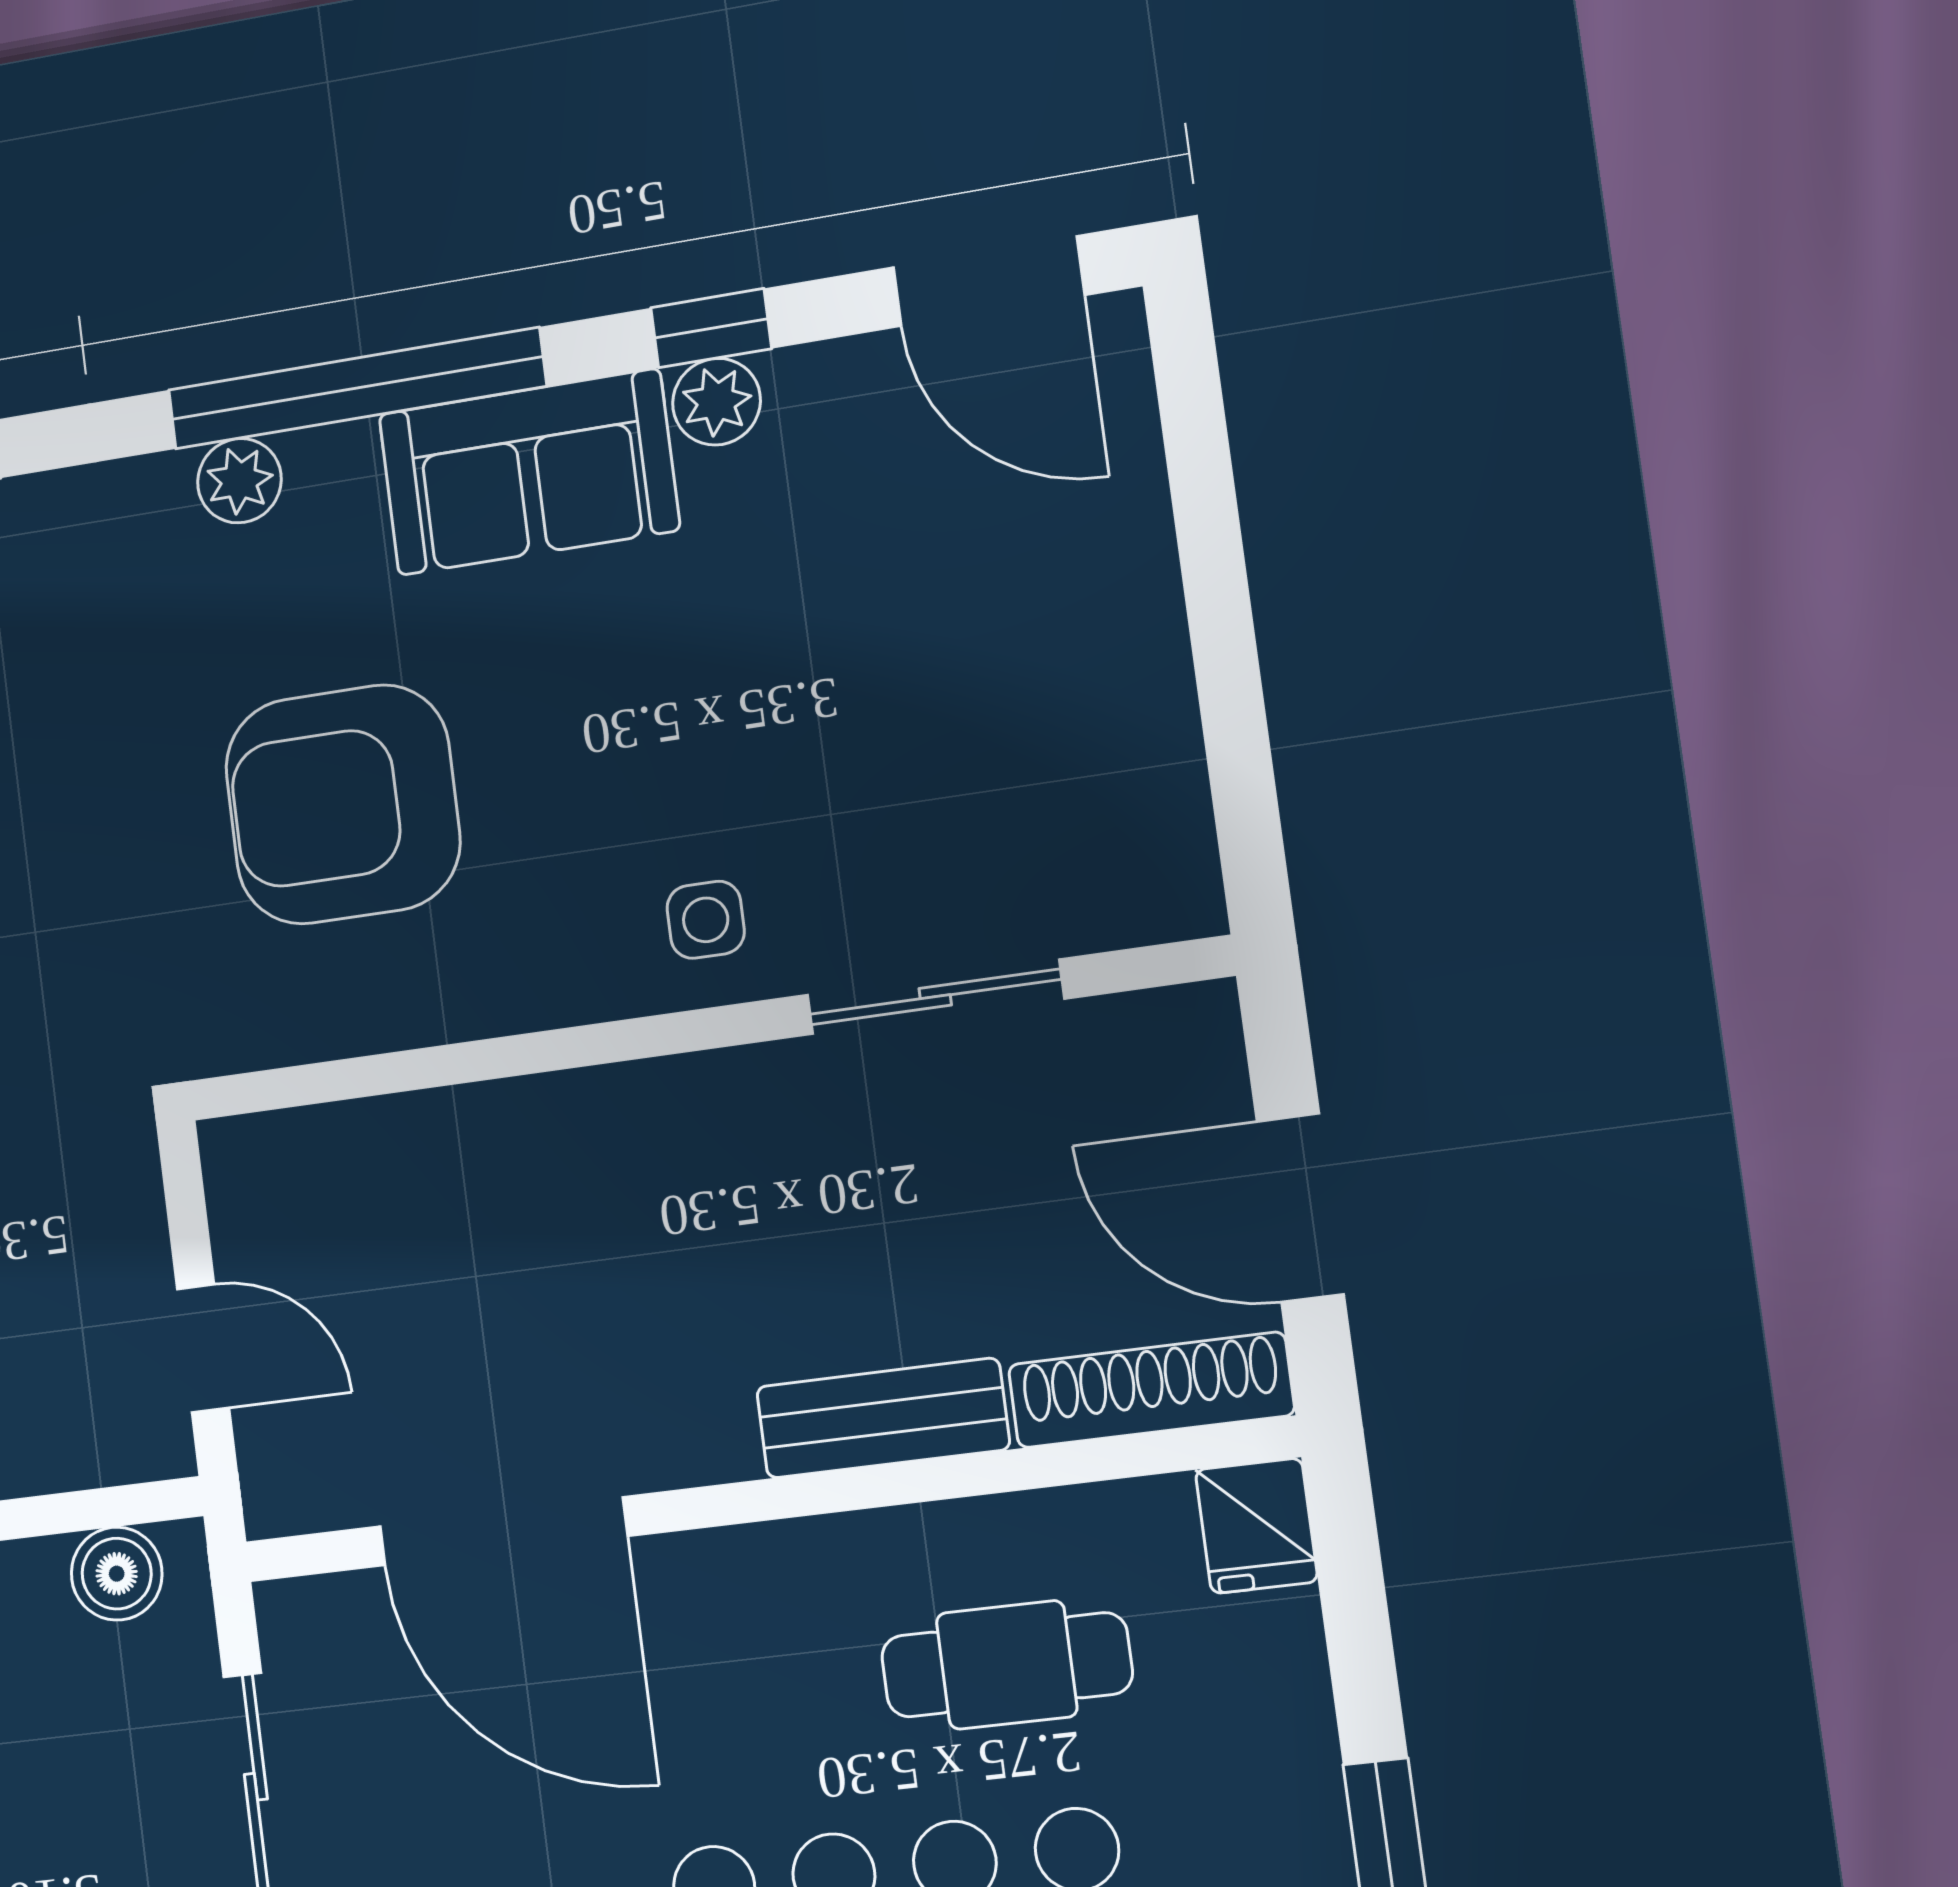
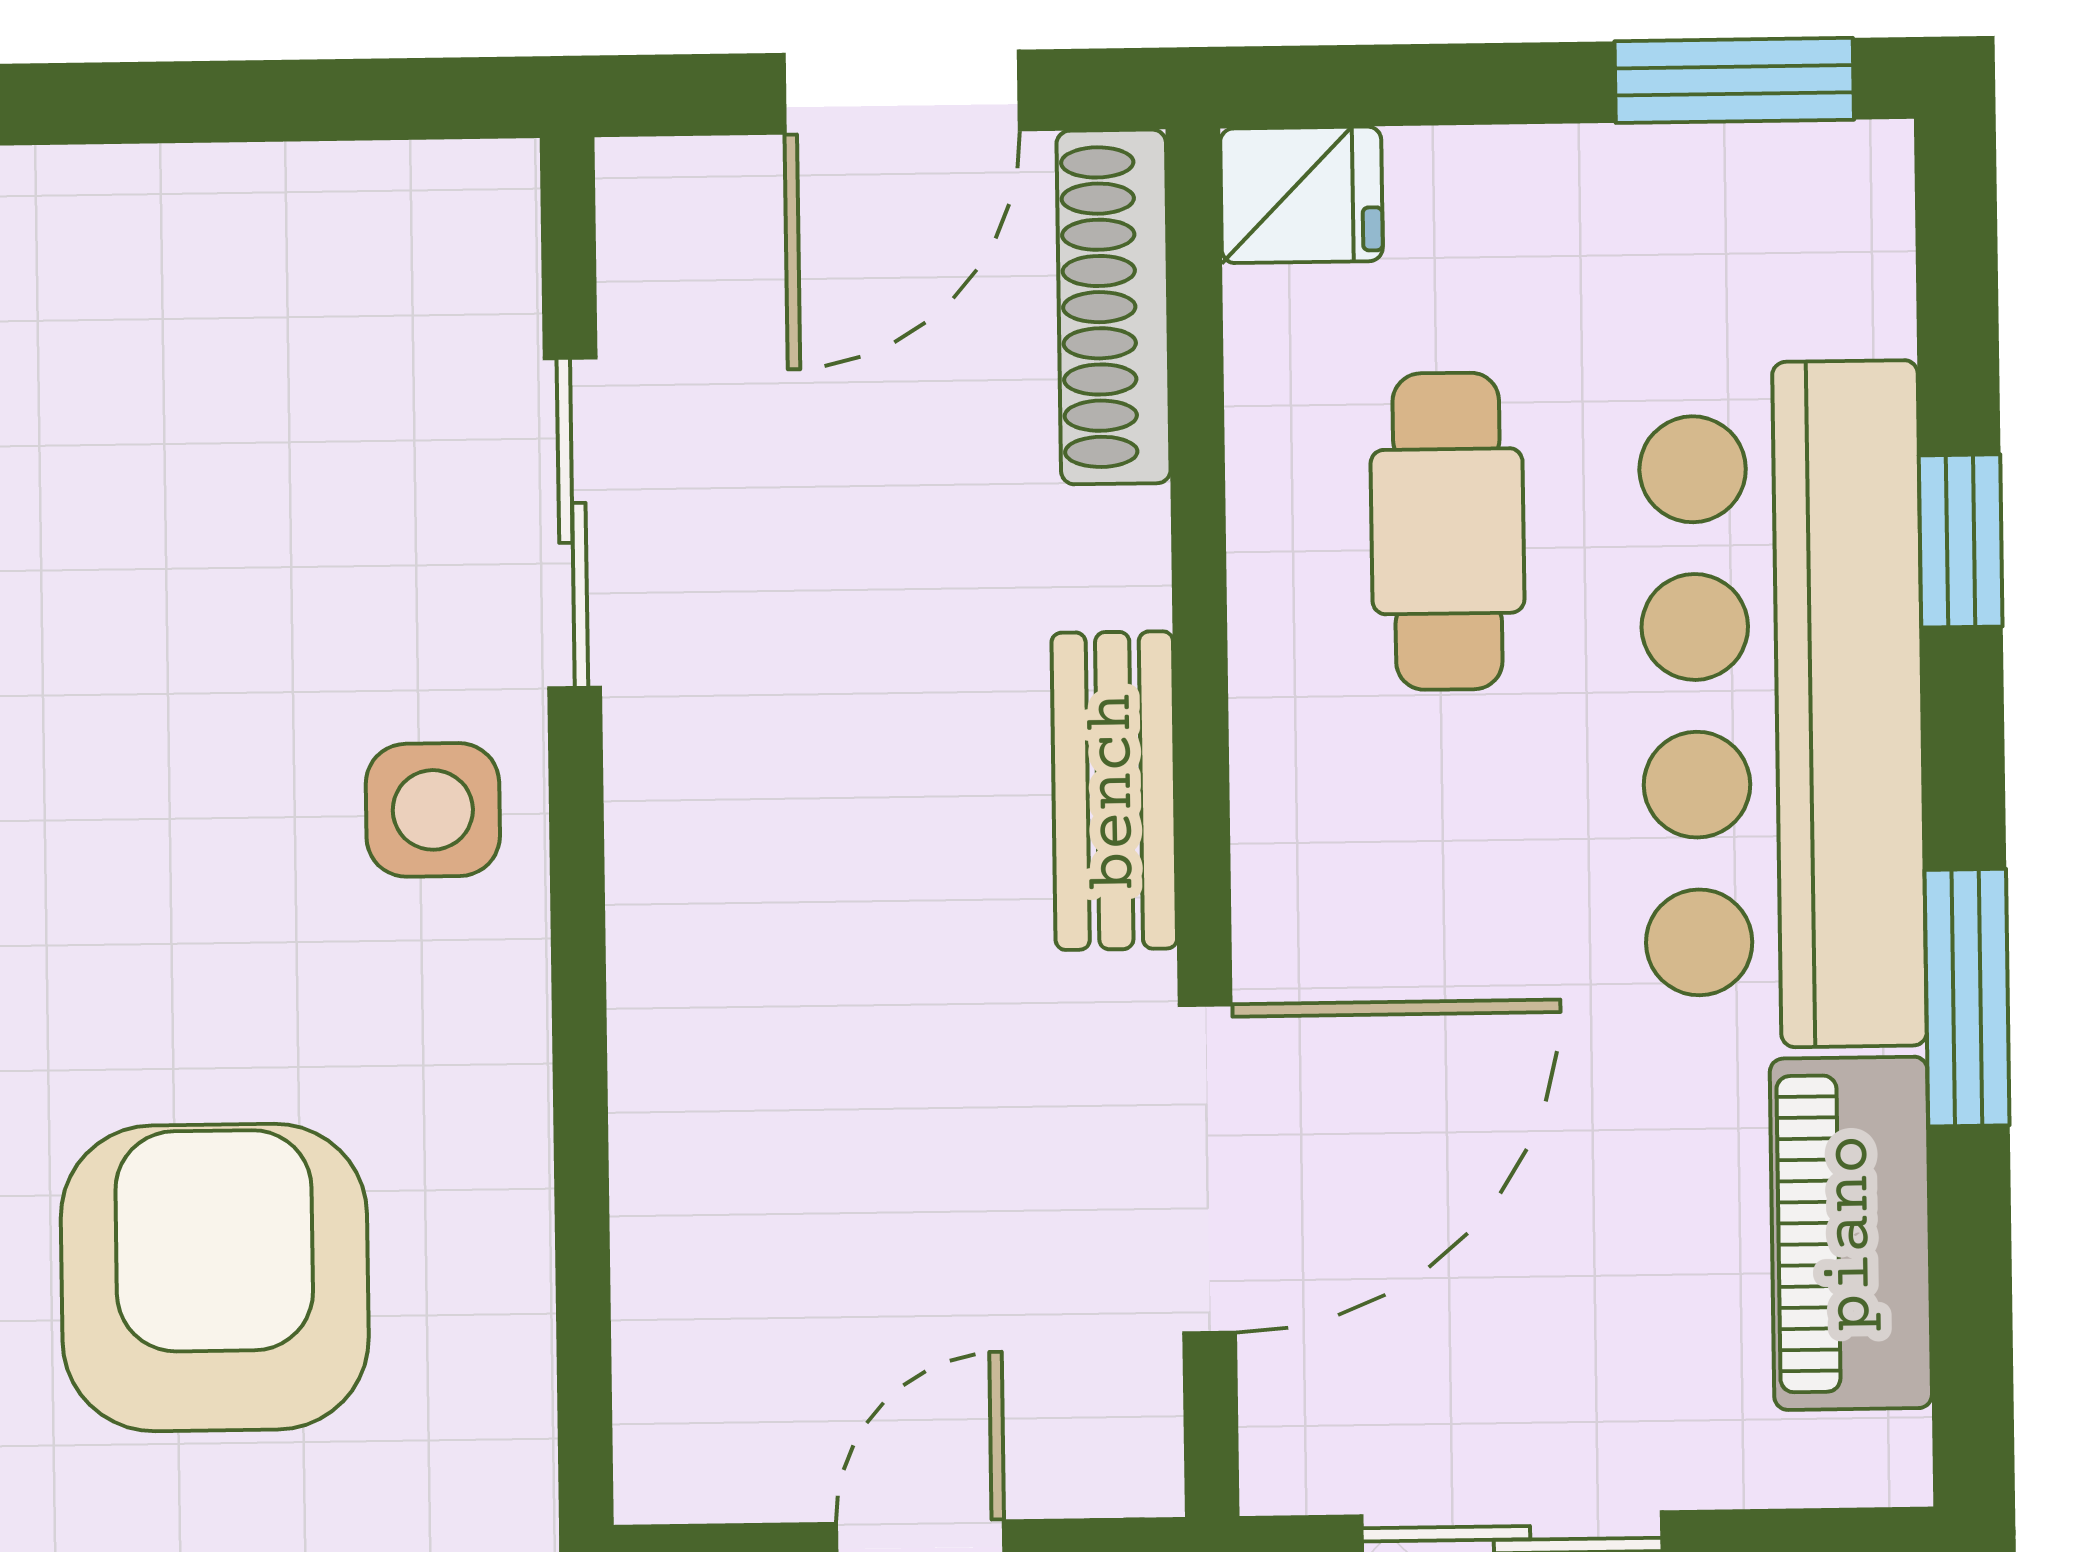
armchair: (343, 804) -> (215, 1277), turned 180
side table: (706, 920) -> (433, 810), width x1.37, depth x1.37
bench: (883, 1418) -> (1114, 791), moved

